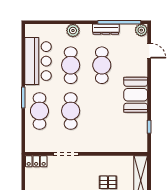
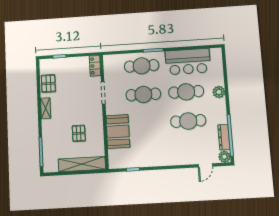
dresser: (106, 29) -> (224, 137), moved
booth: (136, 95) -> (118, 131), moved, turned 90

